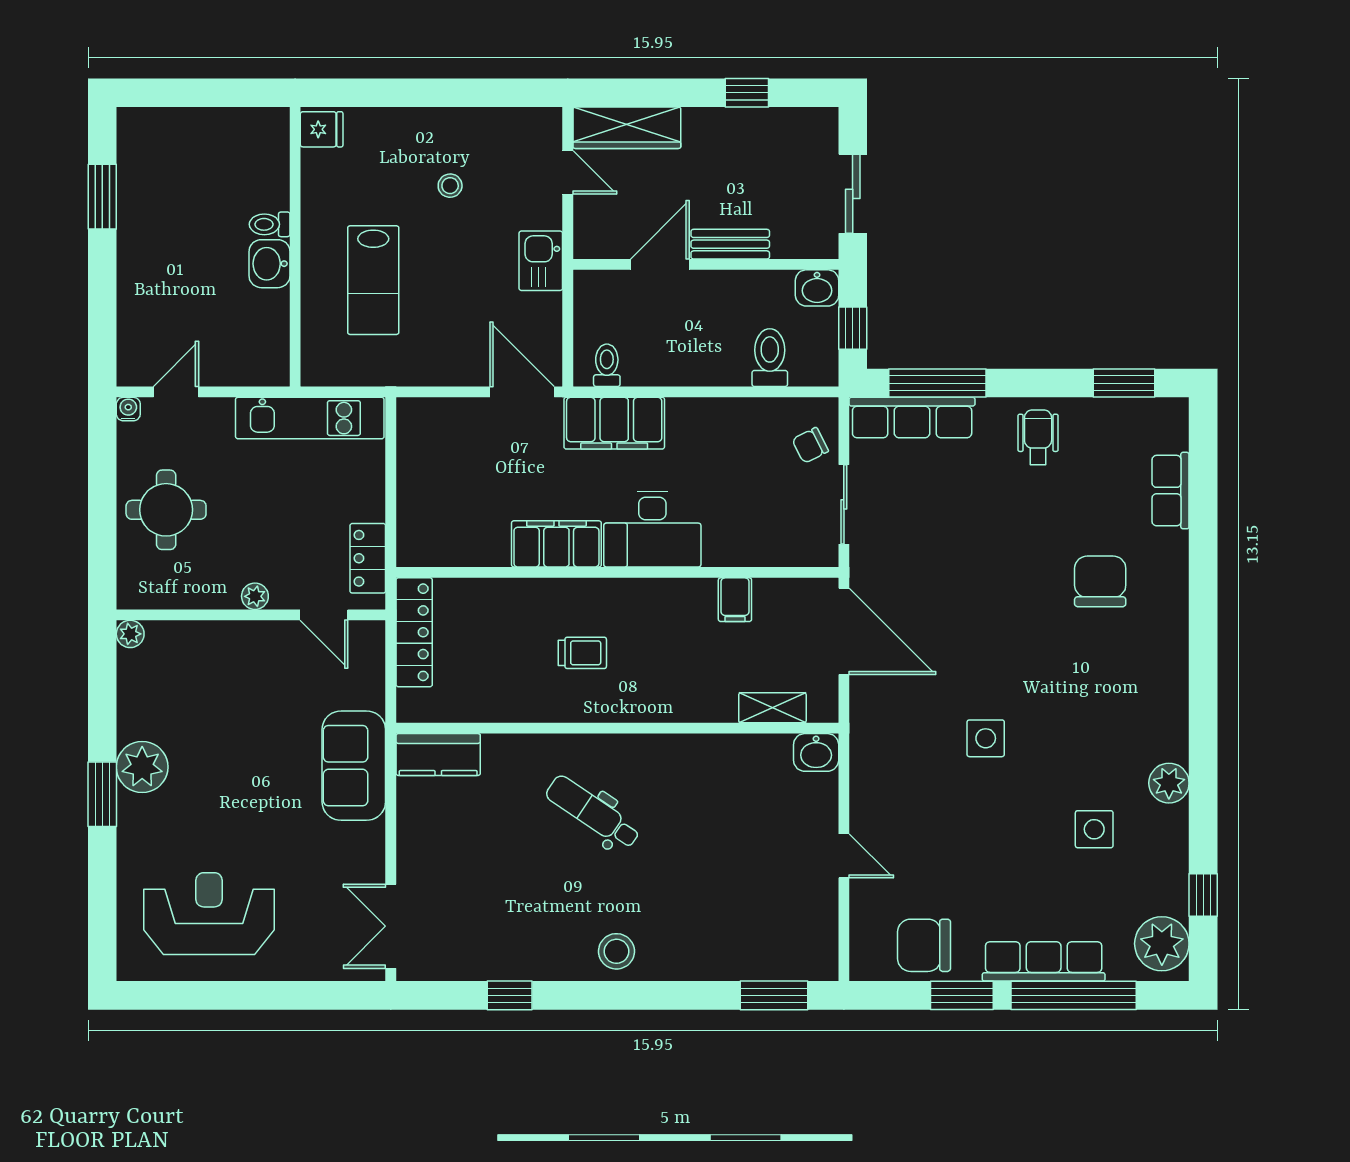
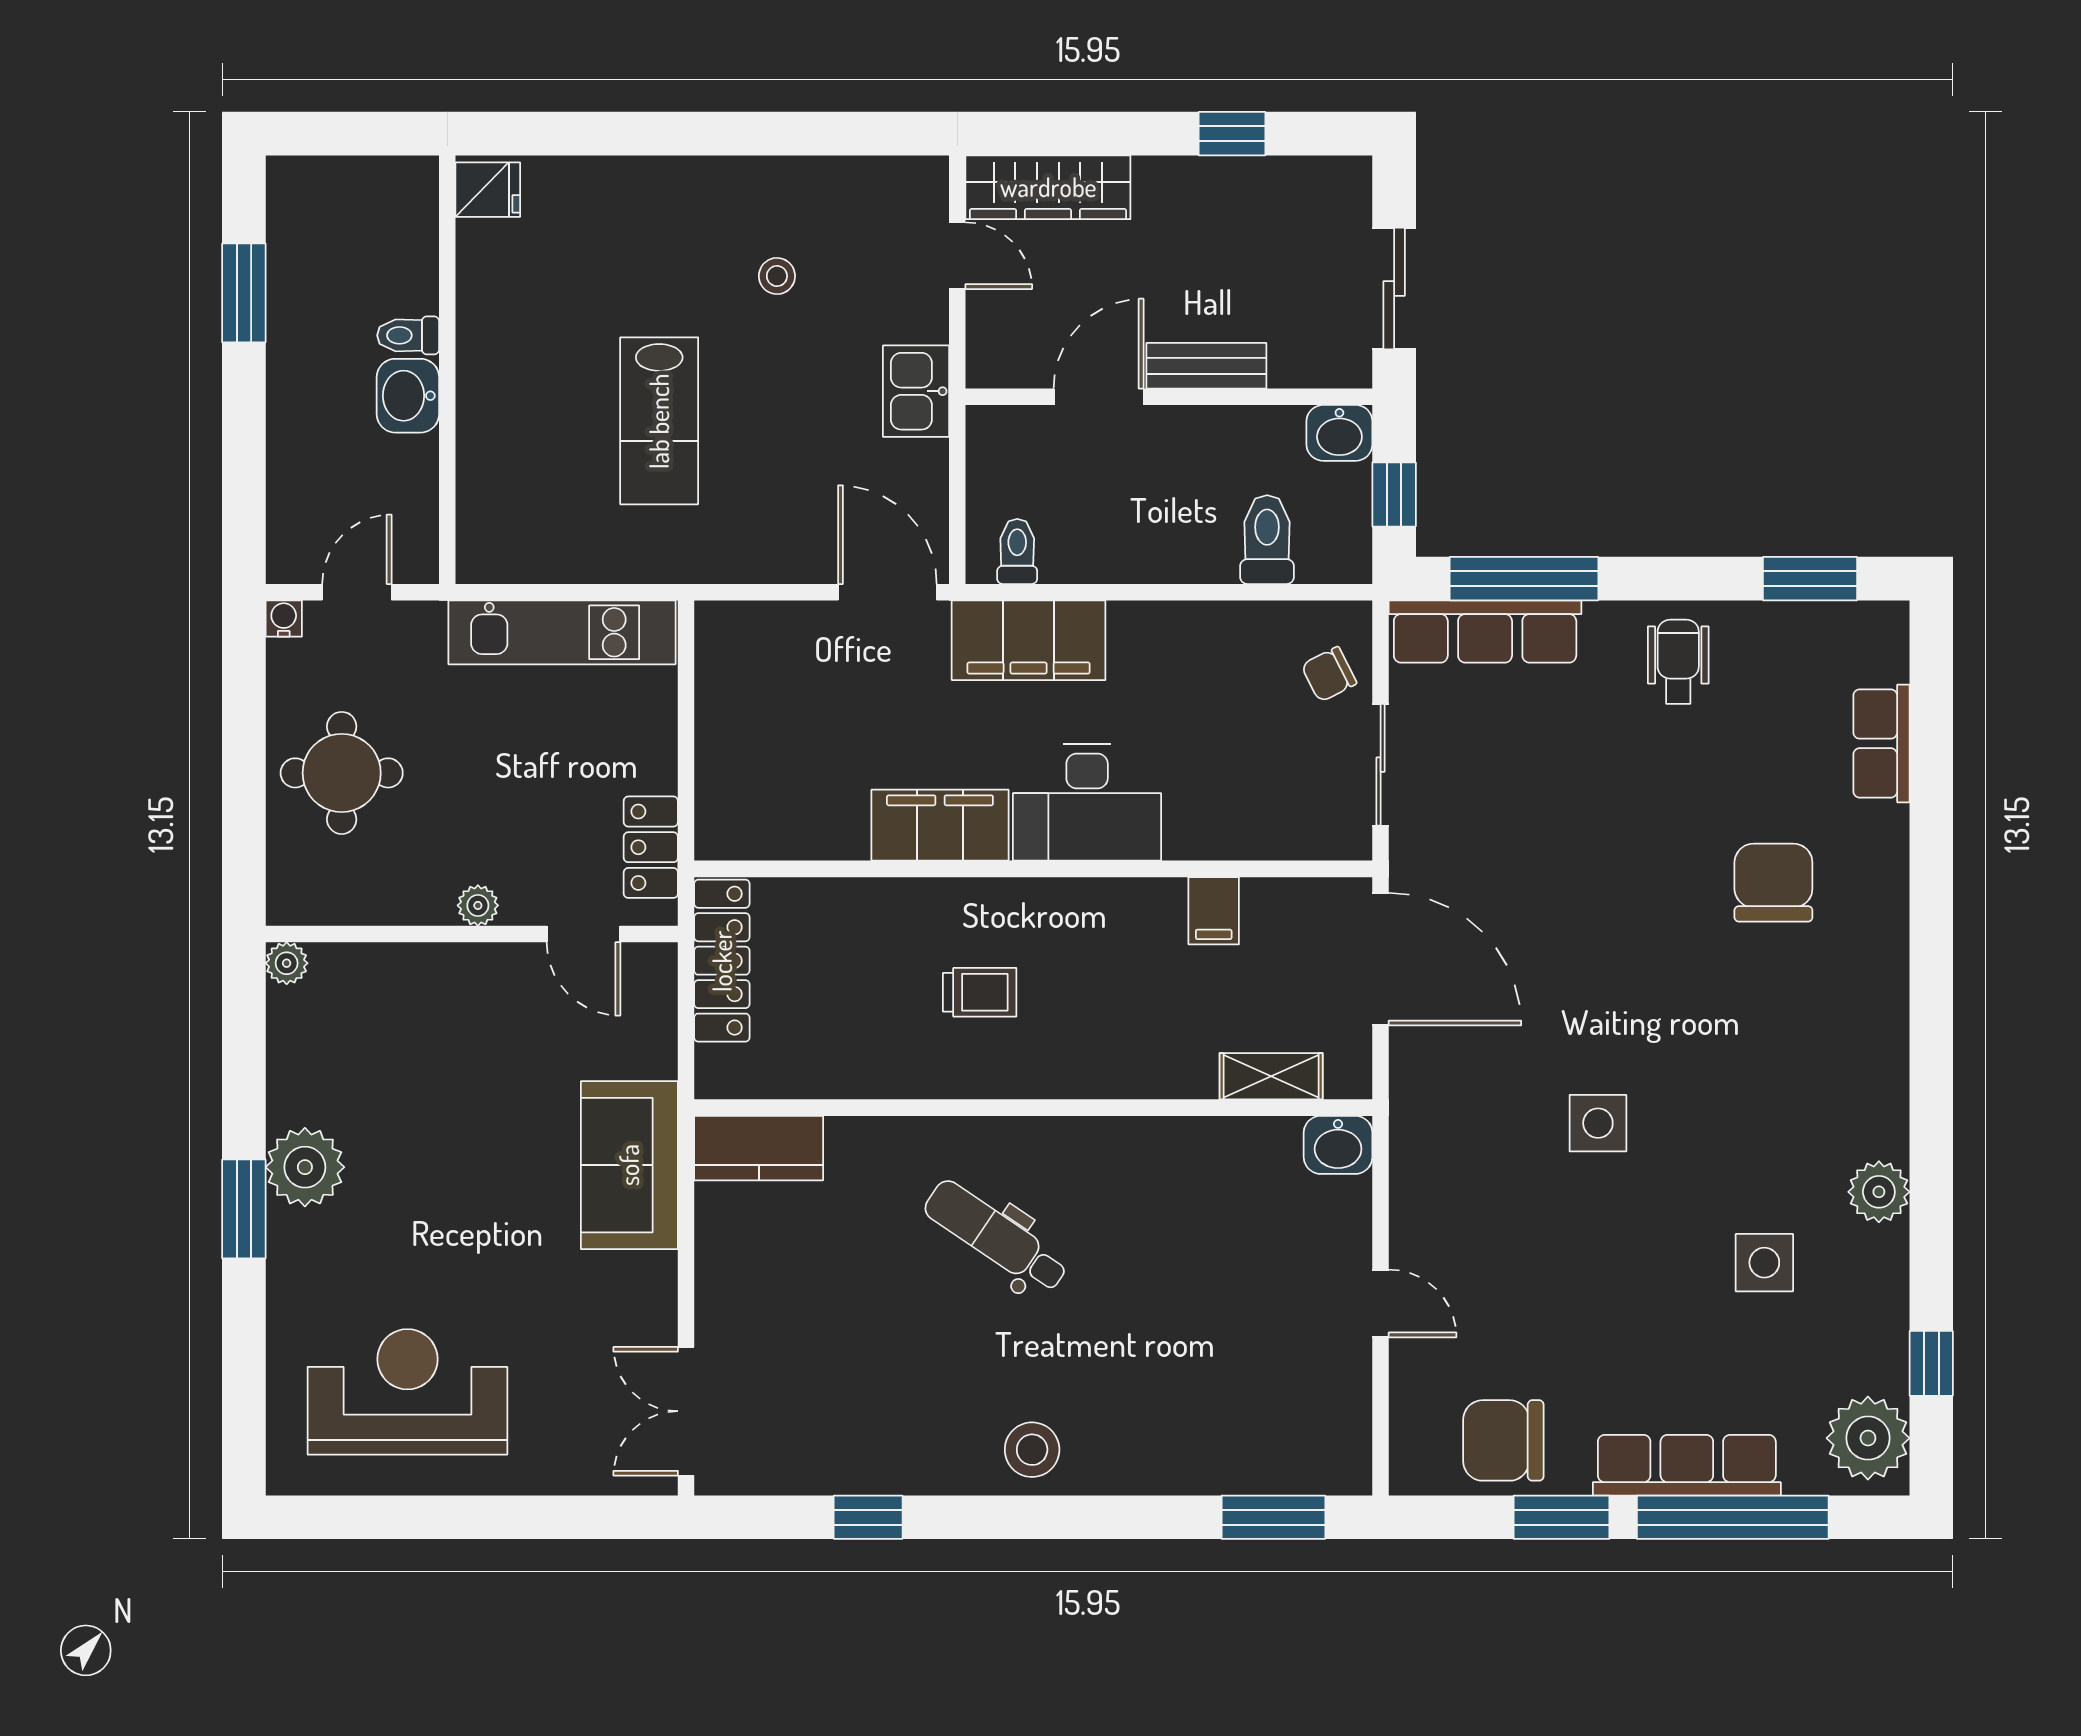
fridge: (322, 129) -> (488, 190), moved
toilet: (270, 224) -> (408, 335), moved
wall: (295, 247) -> (447, 370), moved
washbasin: (269, 264) -> (408, 396), moved

